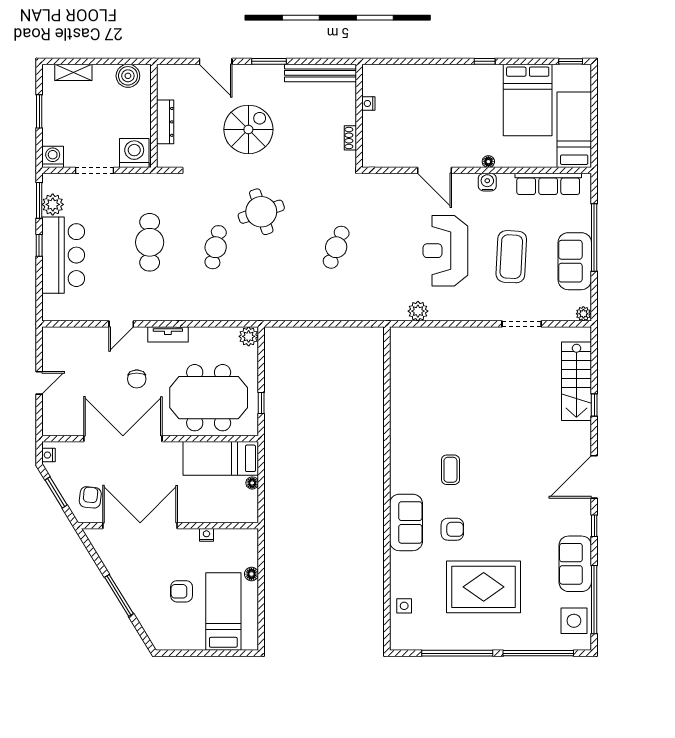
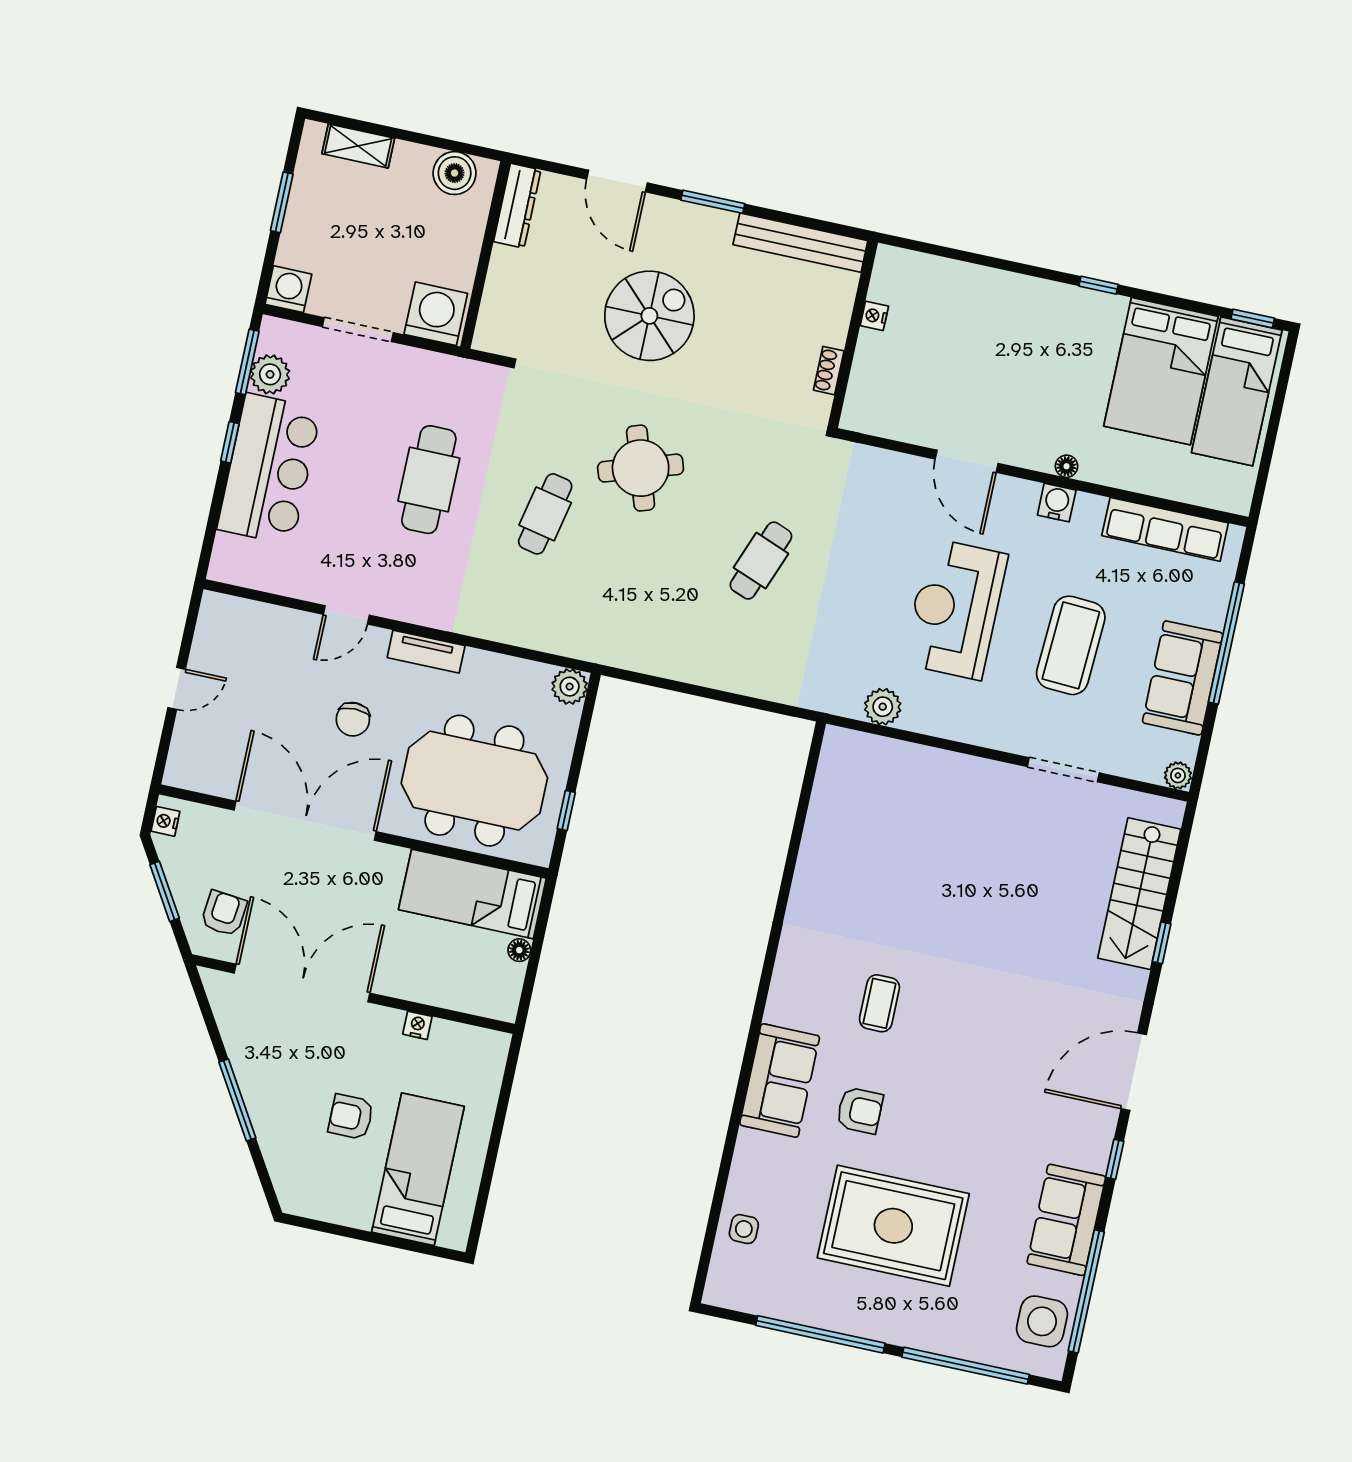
dresser: (165, 122) -> (517, 206), moved
bed: (574, 130) -> (1237, 391), moved, turned 180
floor lamp: (251, 574) -> (483, 1113), removed

